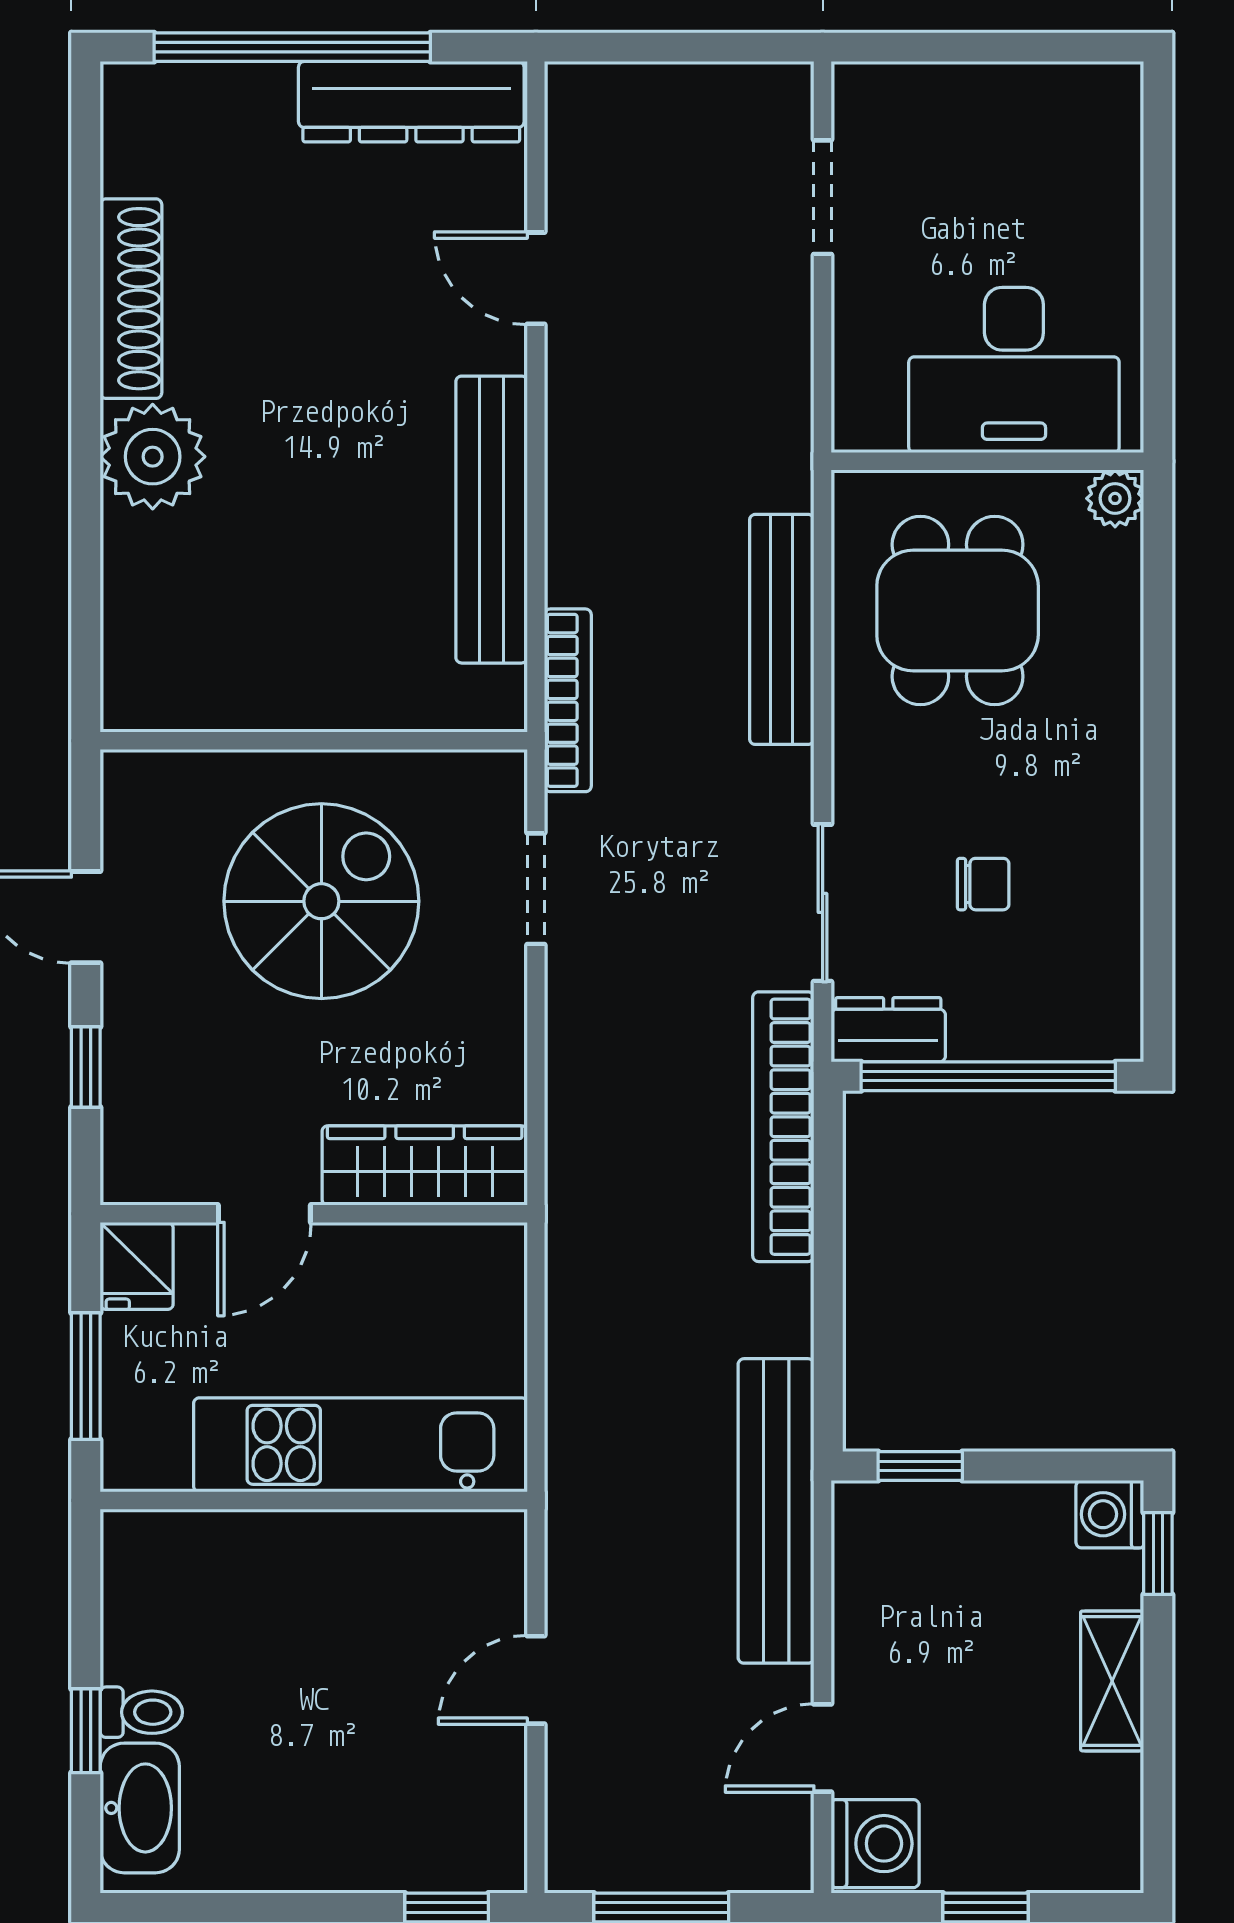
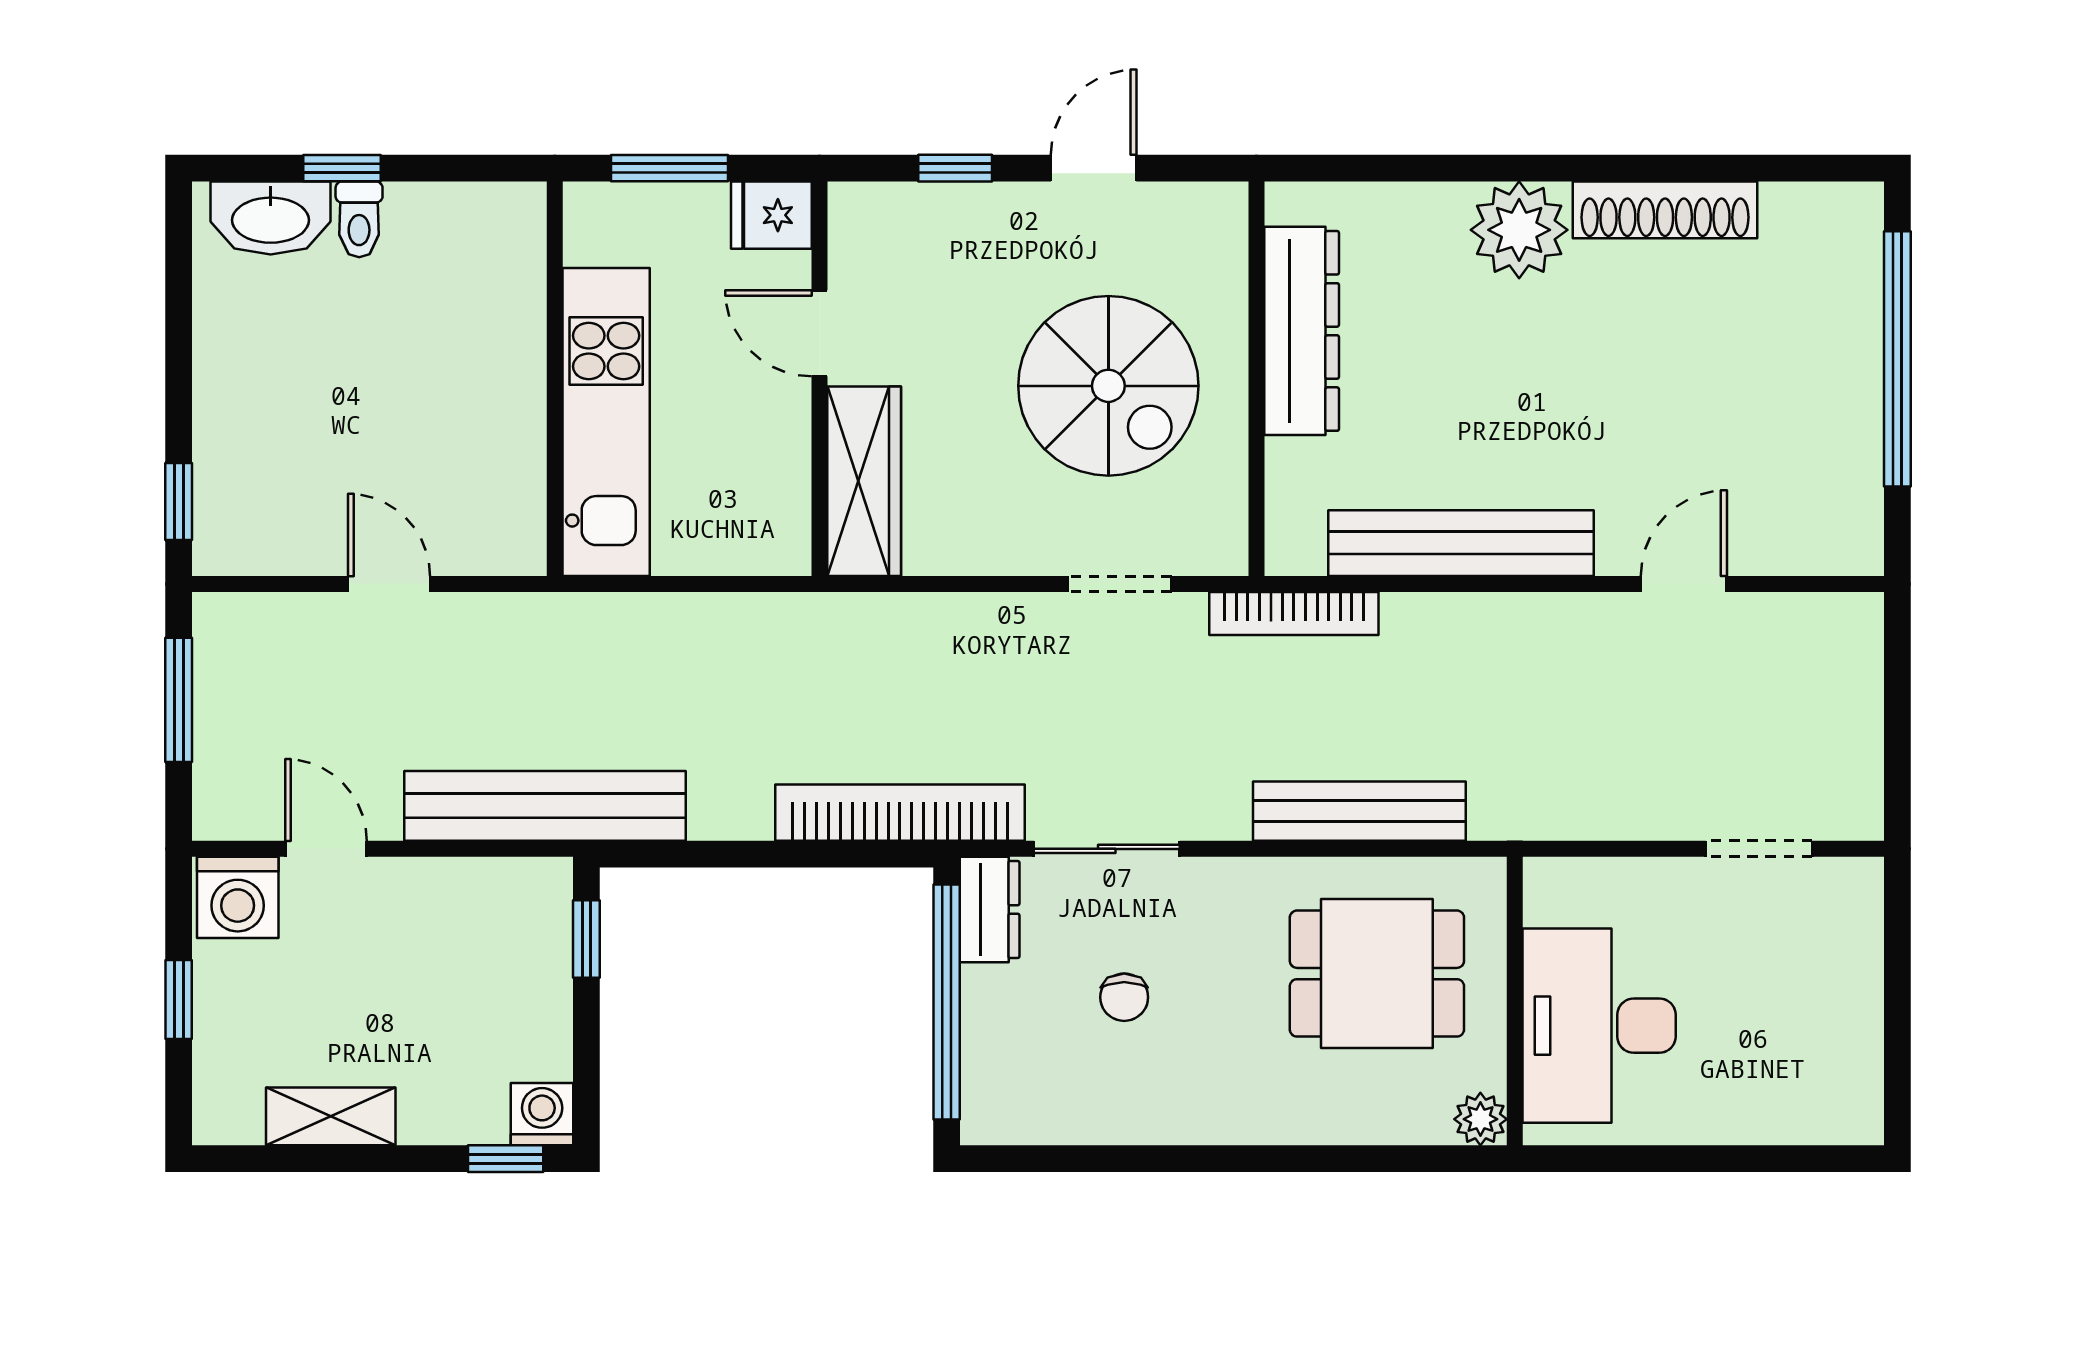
dresser: (411, 102) -> (1302, 331), moved, turned 180
shelving: (1112, 1681) -> (331, 1116), moved

